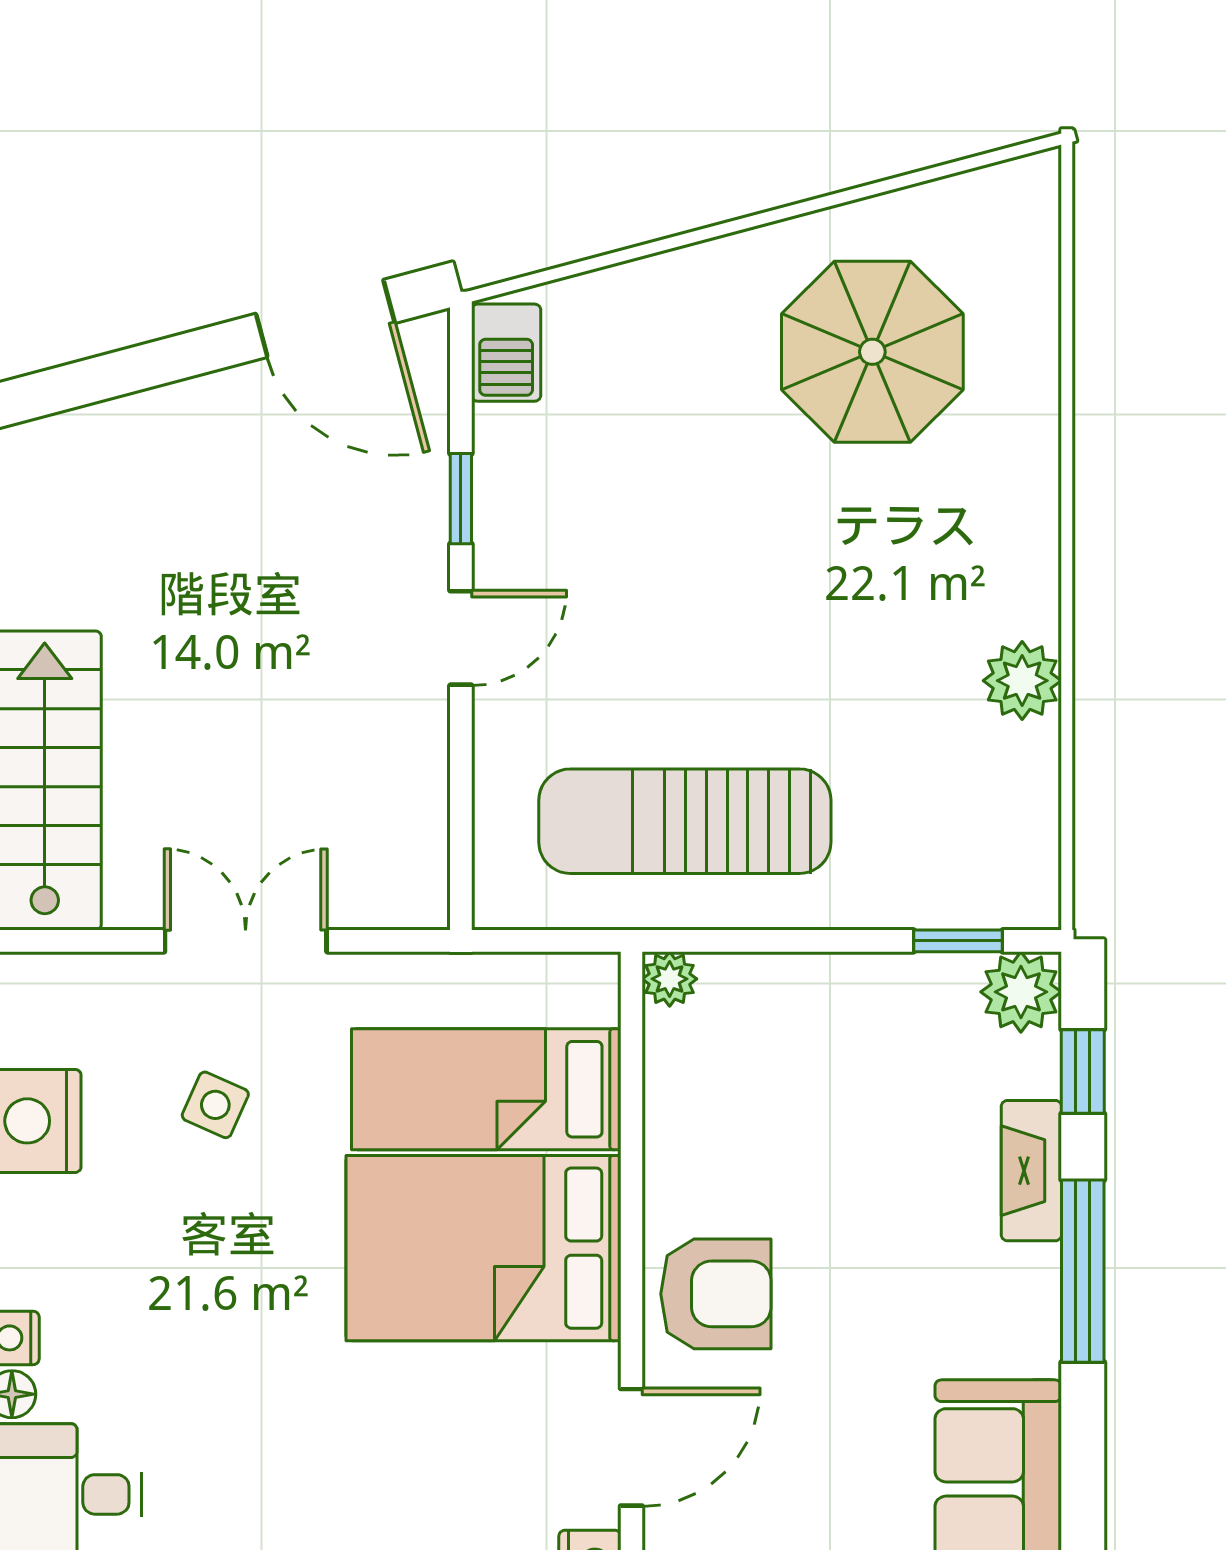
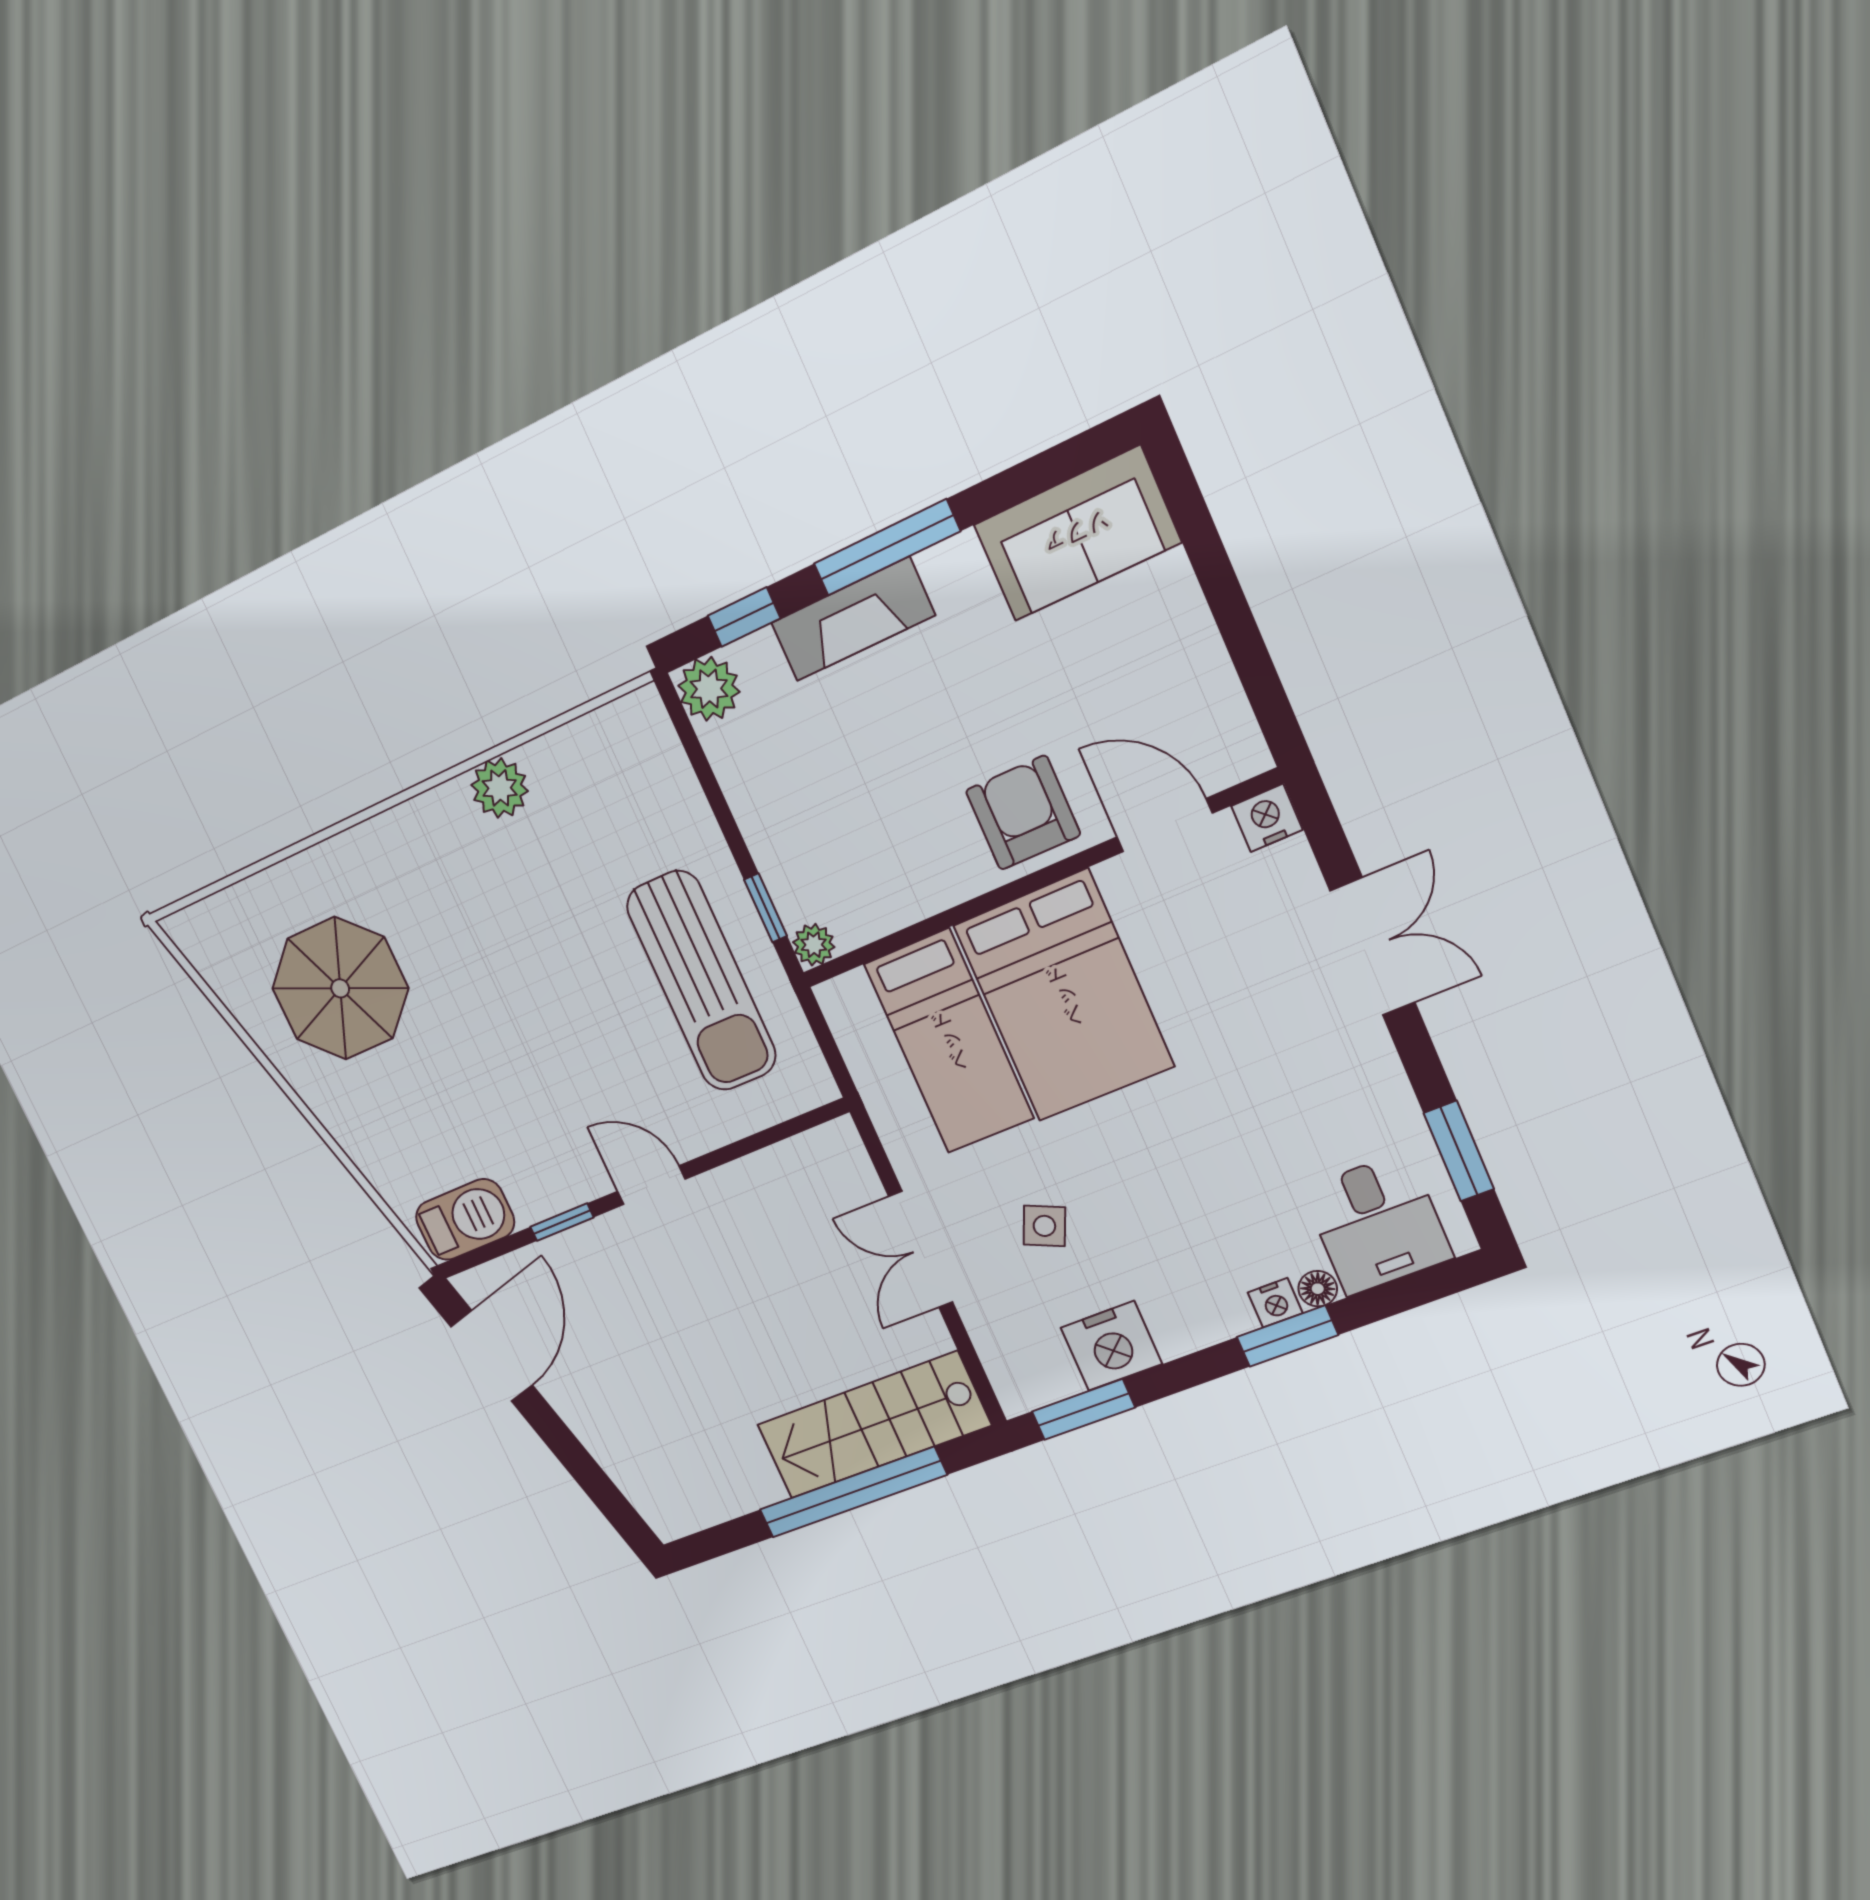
barbecue: (506, 353) -> (465, 1220), width x1.38, depth x1.27
window: (958, 941) -> (766, 908), moved
fireplace: (1031, 1171) -> (853, 619), width x1.37, depth x1.32

